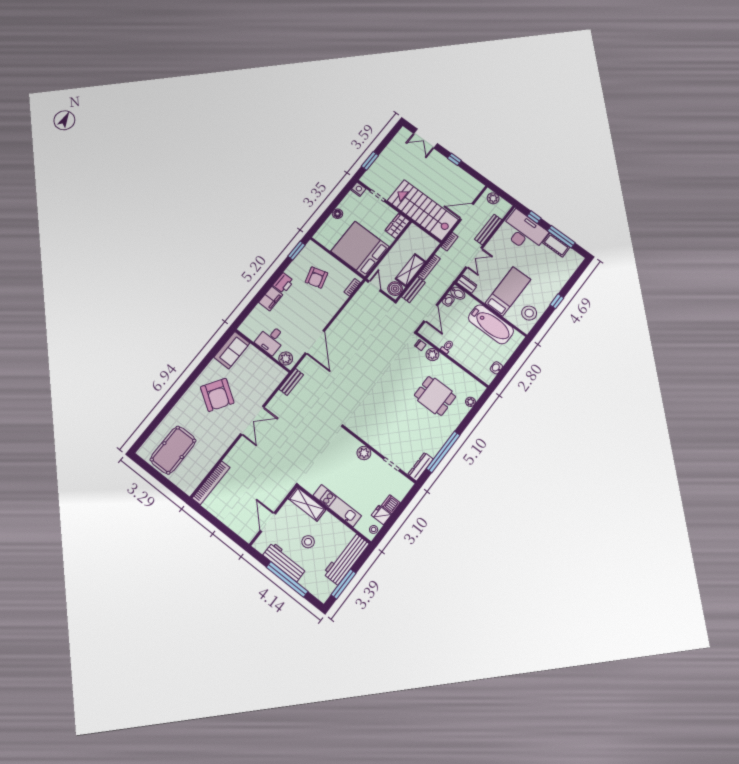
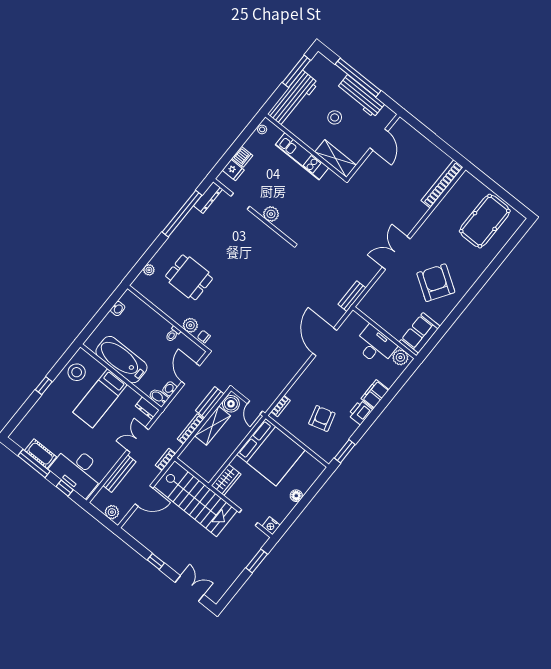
desk: (271, 340) -> (375, 346), width x1.37
plant: (286, 358) -> (400, 357), moved
fridge: (381, 515) -> (233, 170), moved

